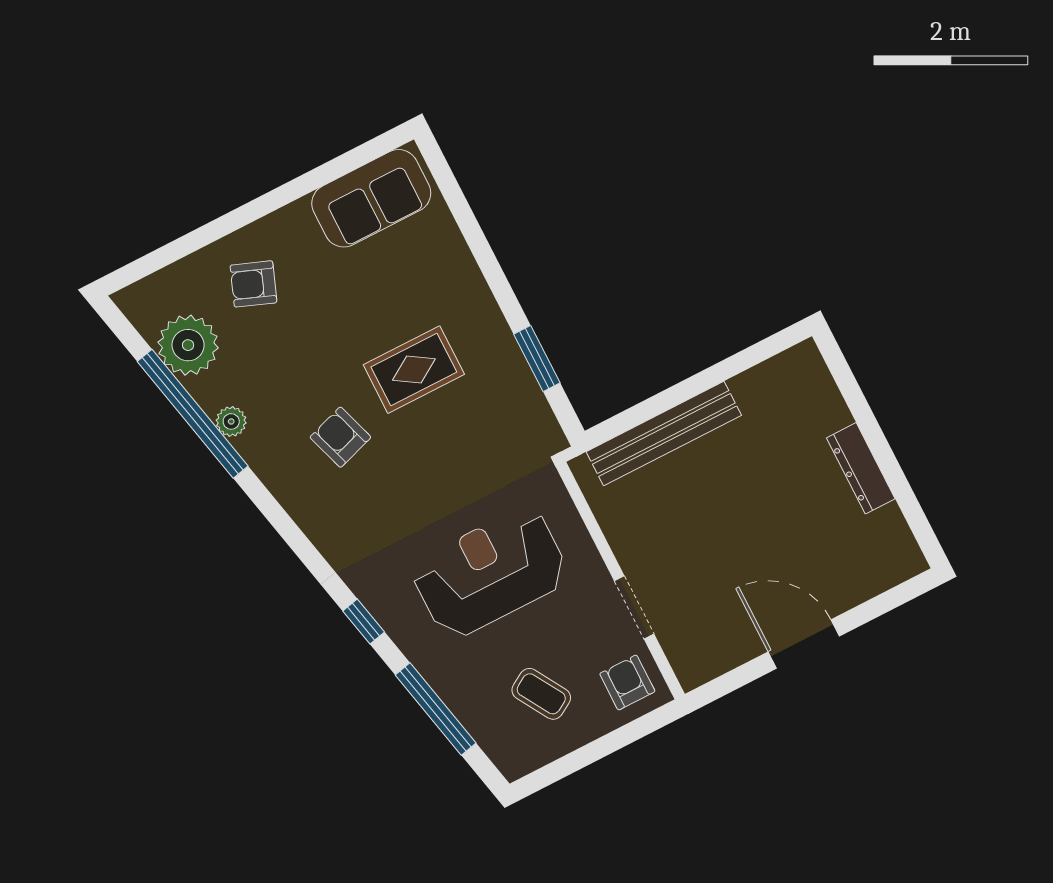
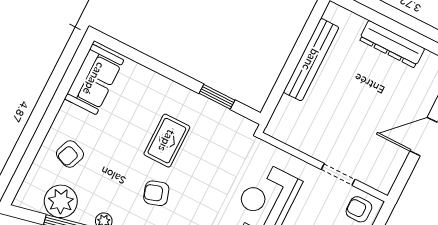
bench: (664, 434) -> (311, 60), moved
dresser: (861, 468) -> (392, 44), width x1.37, depth x1.24

